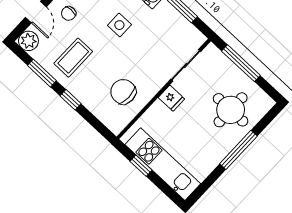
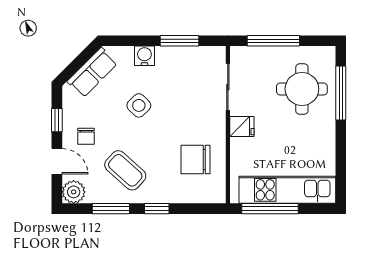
side table: (119, 25) -> (139, 105), turned 45
coffee table: (73, 58) -> (125, 170), turned -48
window: (238, 150) -> (341, 93), moved
window: (141, 166) -> (270, 209), width x2.17

